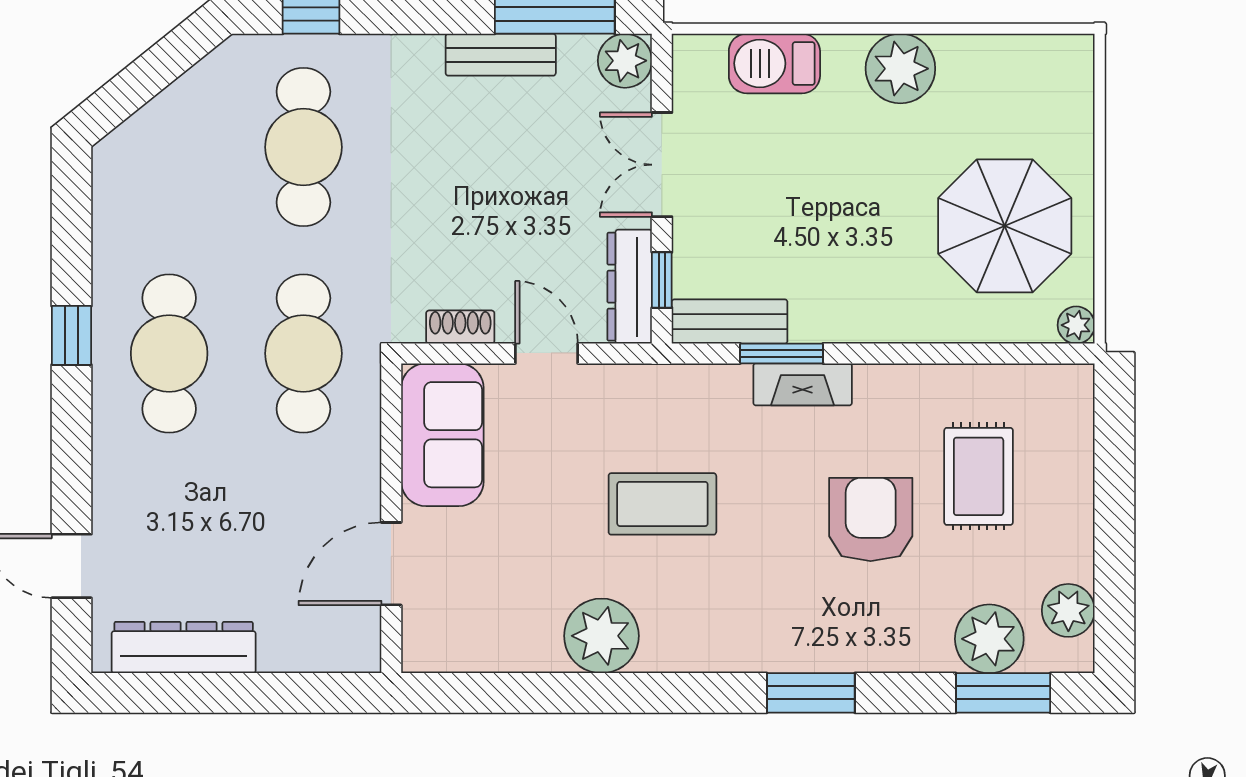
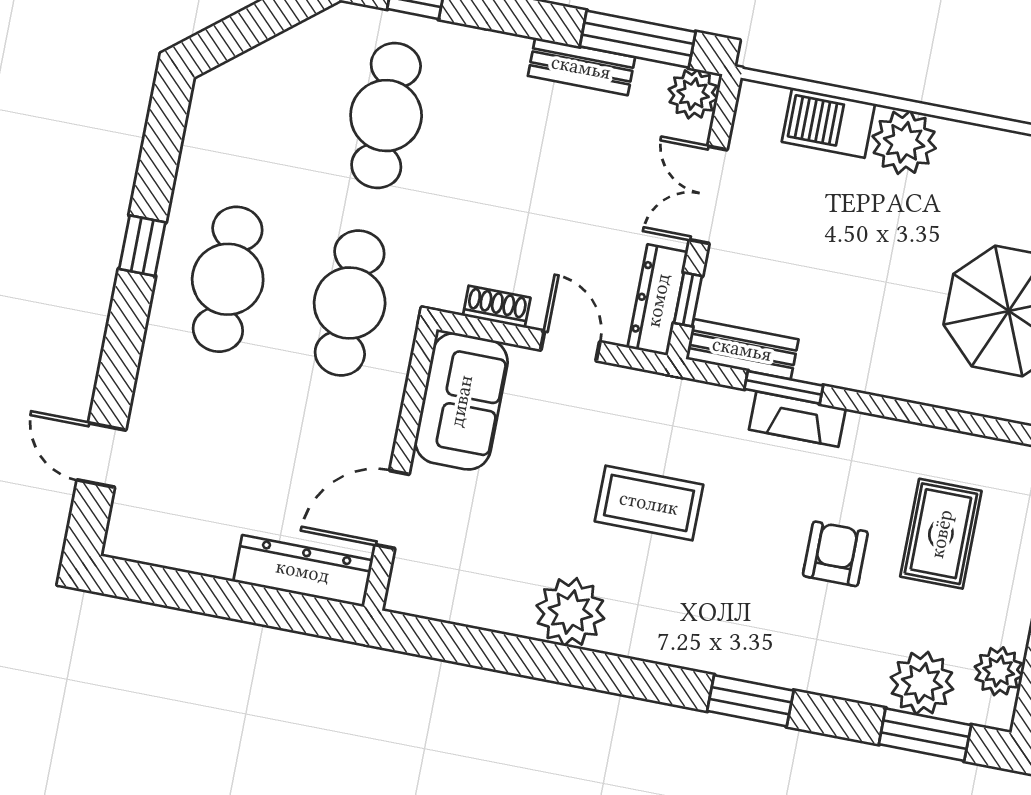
plant: (900, 69) -> (904, 142), moved
armchair: (871, 519) -> (835, 554), width x0.72, depth x0.72
dresser: (184, 648) -> (303, 571), moved

